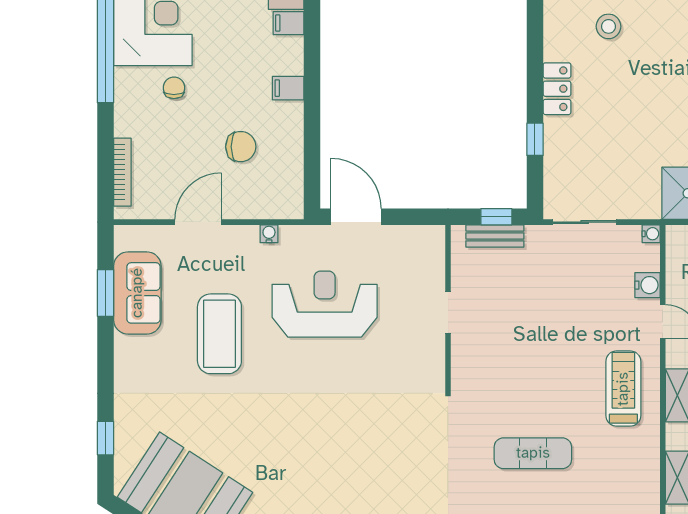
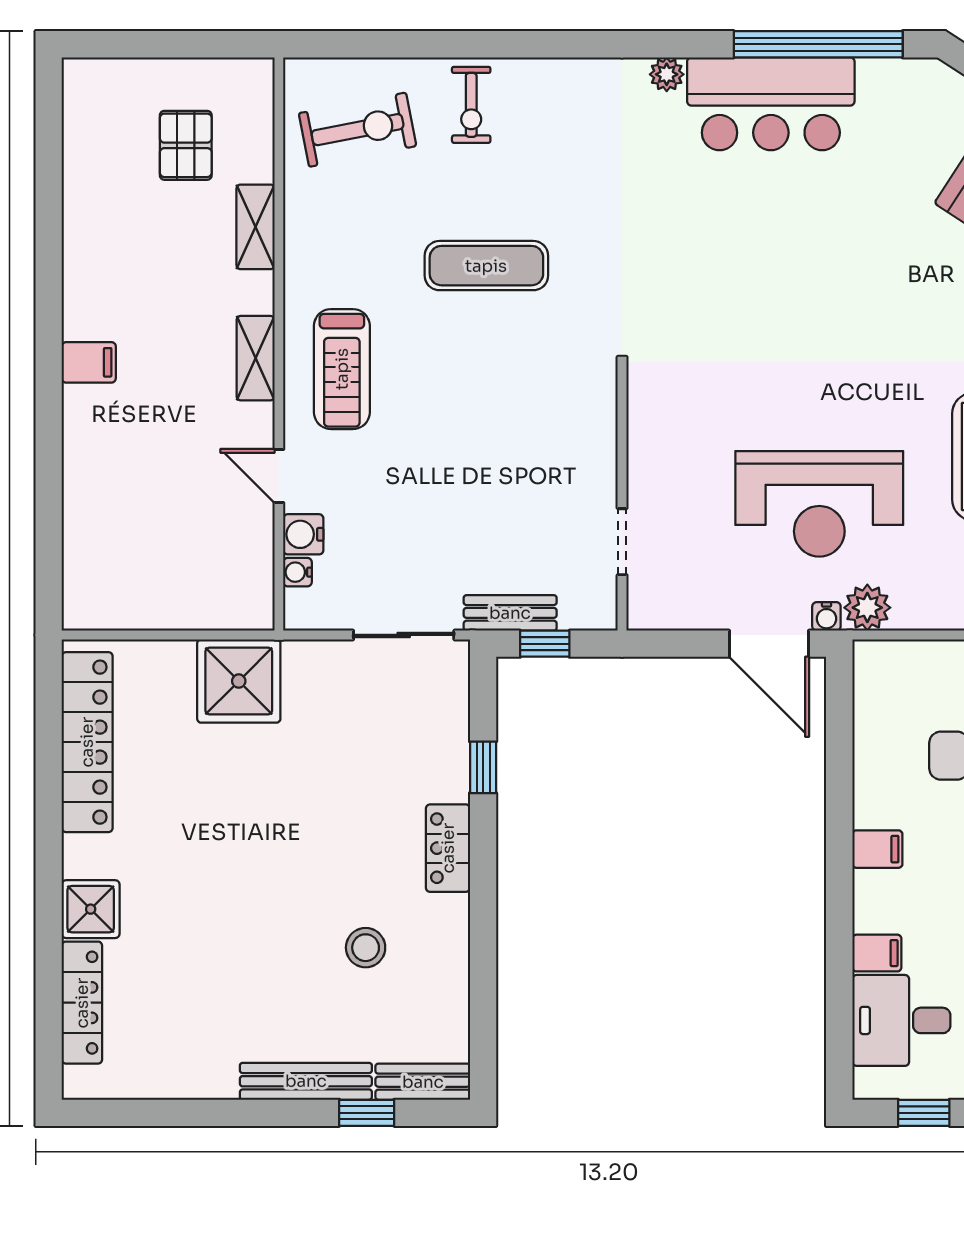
water cooler: (269, 234) -> (826, 616), moved
water cooler: (651, 234) -> (298, 572), moved
bench: (495, 236) -> (510, 613), moved
plant: (295, 239) -> (867, 608), added
doorway: (448, 313) -> (622, 542), moved

